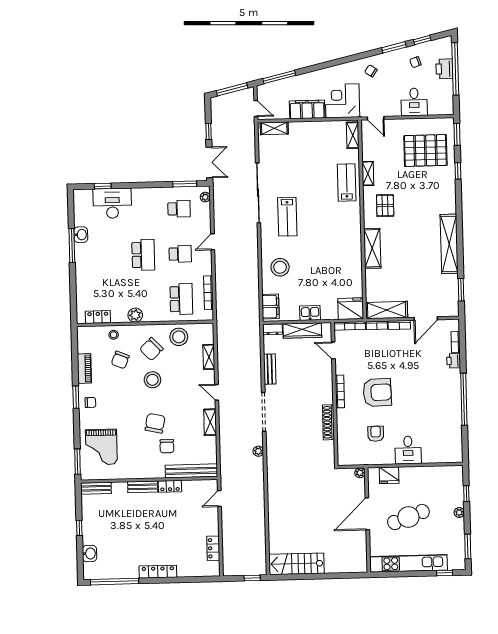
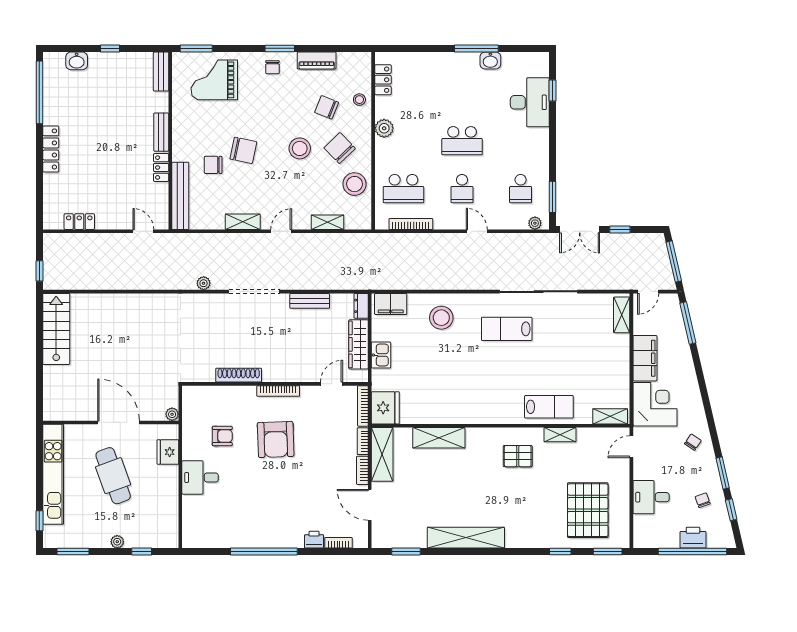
shelving: (372, 248) -> (439, 438), moved

